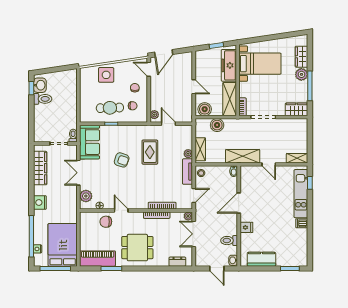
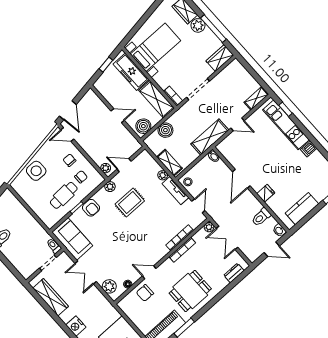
plant: (146, 130) -> (110, 187), added
rug: (150, 152) -> (130, 202), turned 90
armchair: (122, 160) -> (91, 208), moved, turned 71

